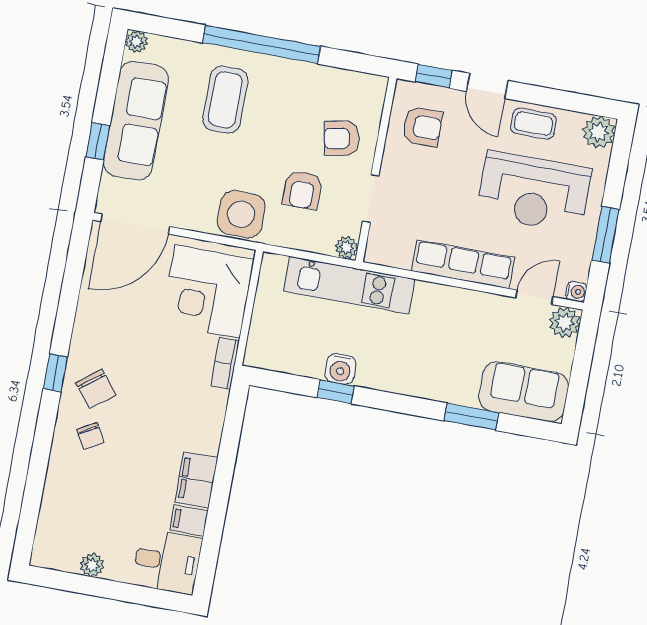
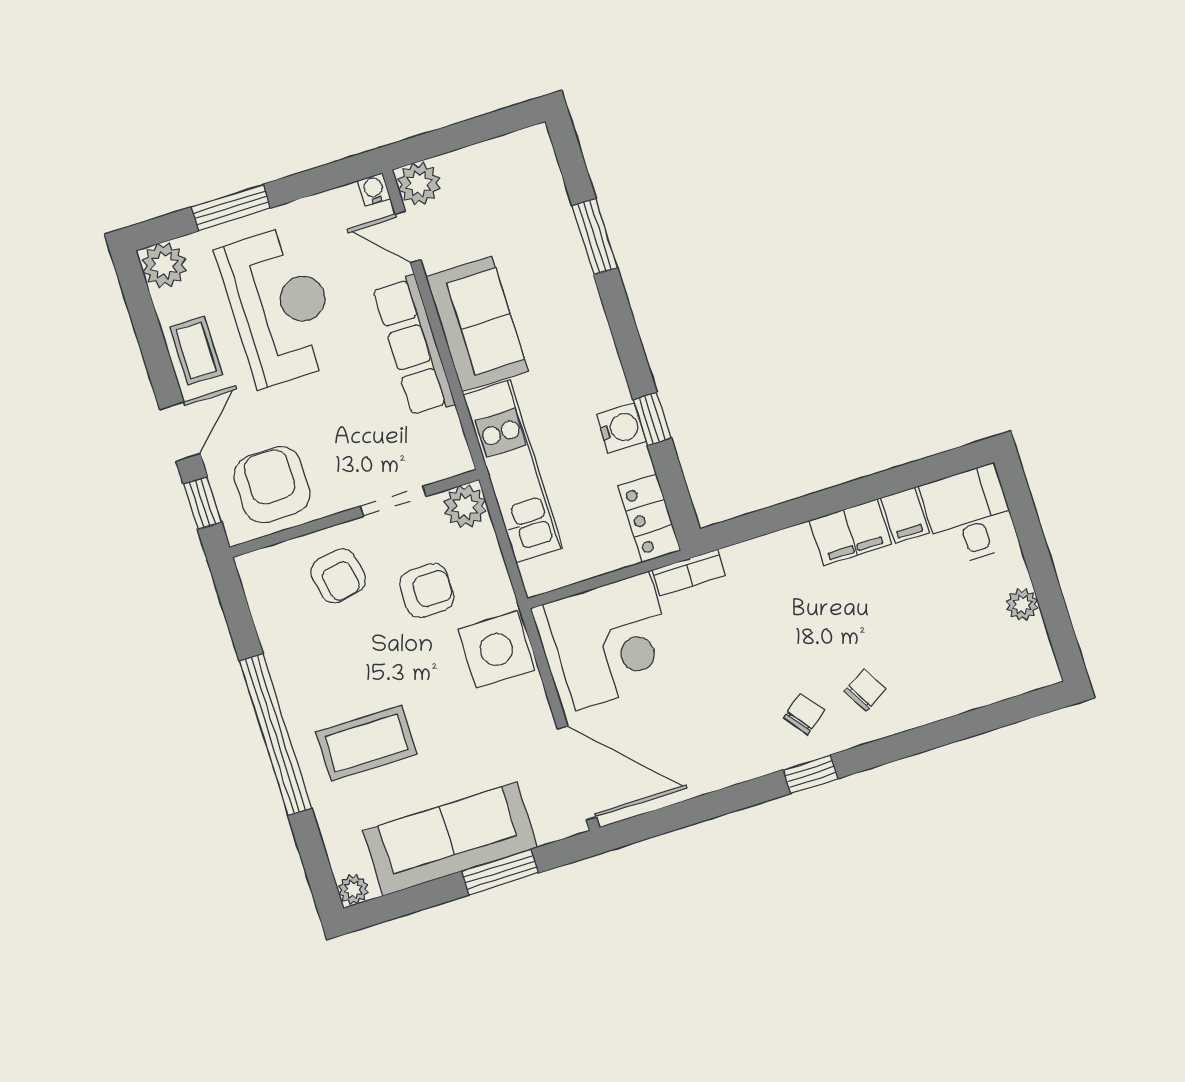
armchair: (422, 127) -> (272, 485), width x1.38, depth x1.38
window: (98, 141) -> (500, 872), width x1.50
window: (606, 235) -> (231, 208), moved
plant: (346, 248) -> (465, 507), width x1.38, depth x1.38
locker: (273, 356) -> (649, 518), added
chair: (96, 389) -> (804, 714), width x0.73, depth x0.73
sofa: (524, 392) -> (477, 324), moved, turned 180

